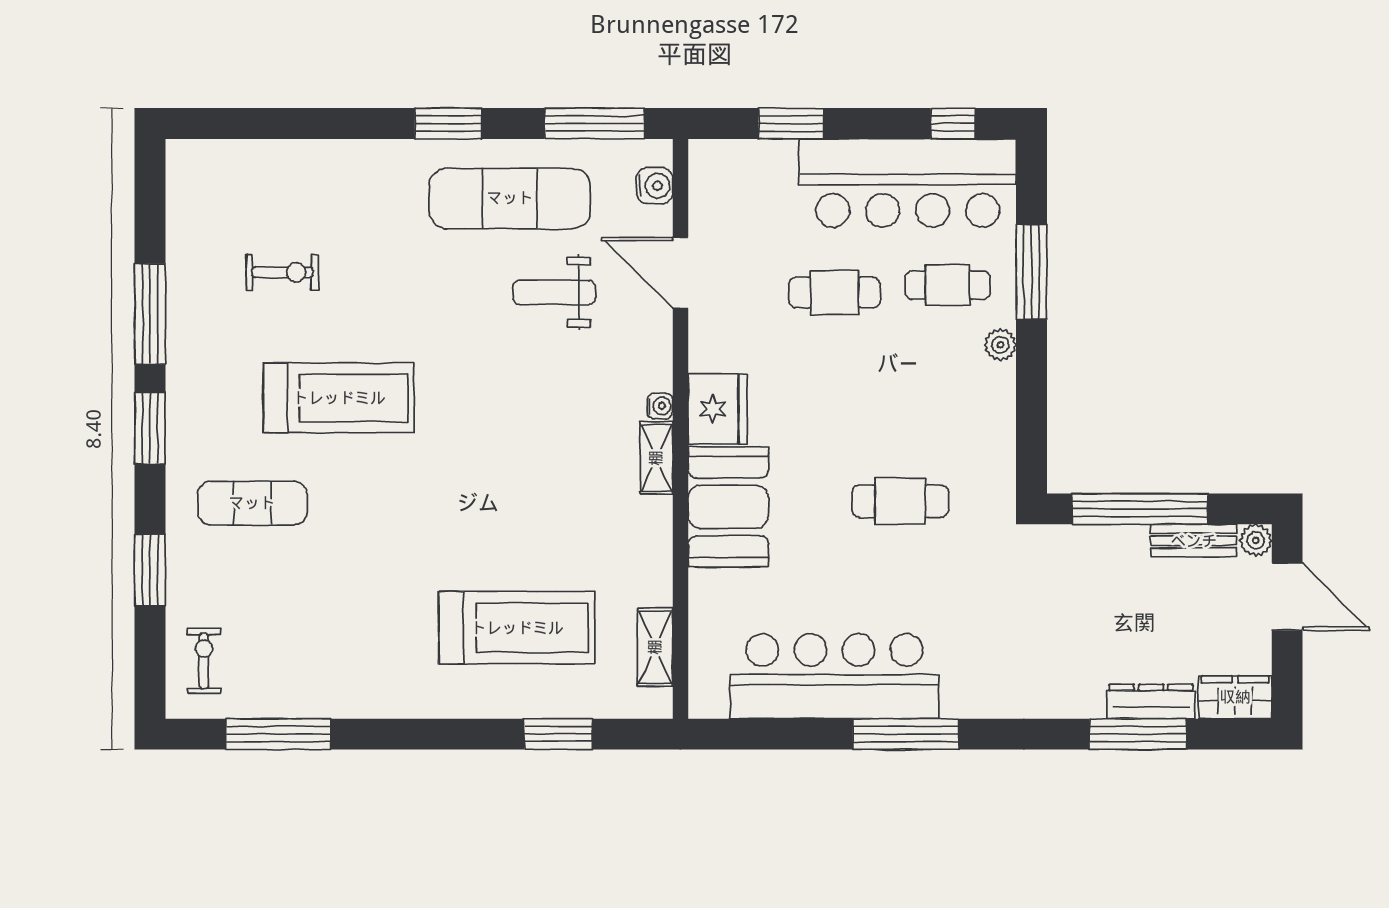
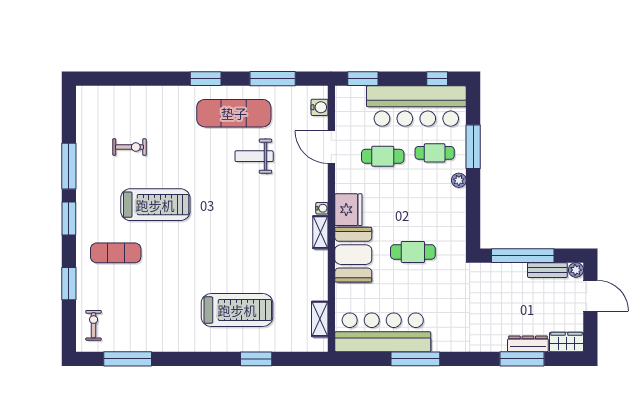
water cooler: (655, 186) -> (320, 107), moved
door: (680, 273) -> (331, 147), moved
water cooler: (660, 406) -> (322, 208), moved
fridge: (718, 409) -> (348, 210), moved
wall: (680, 429) -> (331, 219), moved
shelving: (656, 458) -> (320, 232), moved
booth: (728, 507) -> (353, 255), moved
shelving: (655, 647) -> (320, 319), moved

